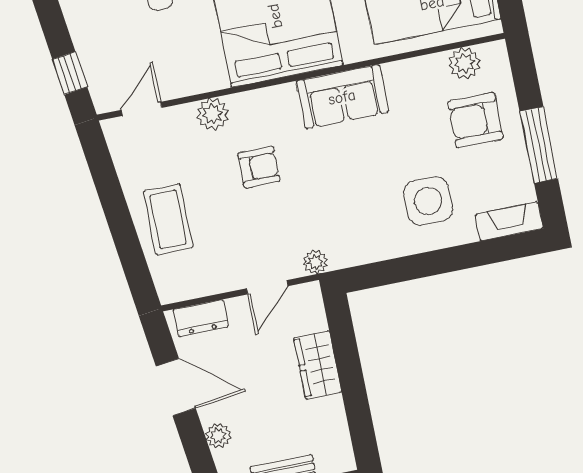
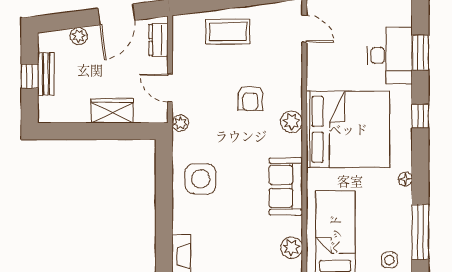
sofa: (342, 97) -> (286, 186), moved
plant: (213, 114) -> (291, 122), moved
armchair: (475, 120) -> (253, 247), removed
side table: (428, 201) -> (201, 179), moved

